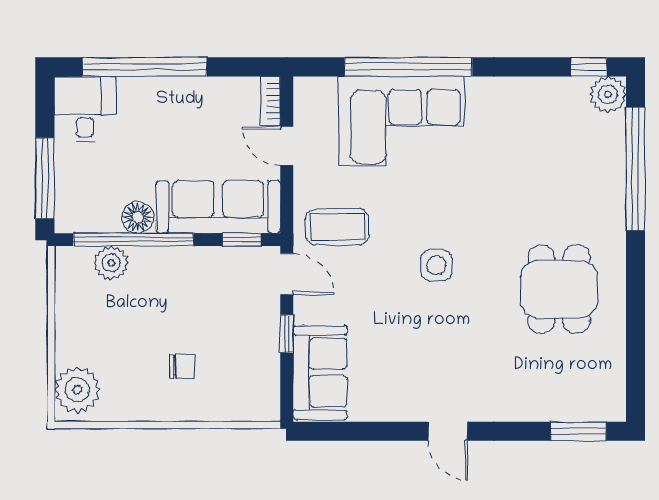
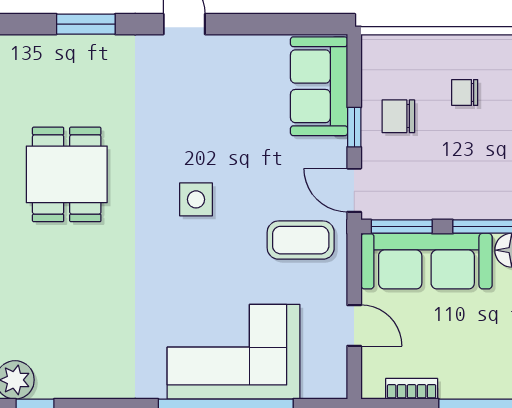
bookcase: (271, 101) -> (412, 389), moved, turned -90
window: (242, 240) -> (402, 227), width x1.50
chair: (245, 344) -> (398, 116), added
window: (578, 431) -> (86, 24), moved

